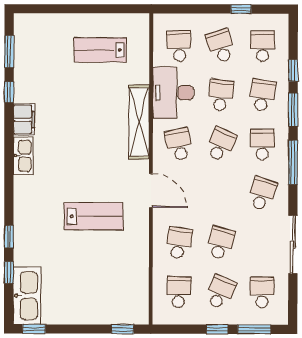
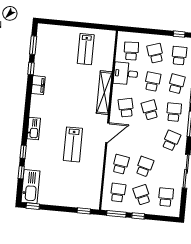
window: (241, 9) -> (179, 34), moved
lab bench: (100, 50) -> (86, 49), turned -90
desk: (173, 93) -> (126, 74), width x0.73
school desk: (221, 144) -> (150, 110), turned -45
kitchen sink: (23, 156) -> (34, 129), moved
door: (151, 191) -> (107, 133), hinge flipped
lab bench: (93, 216) -> (73, 144), turned 90
school desk: (220, 292) -> (142, 195), turned -48
window: (254, 329) -> (116, 214), moved

